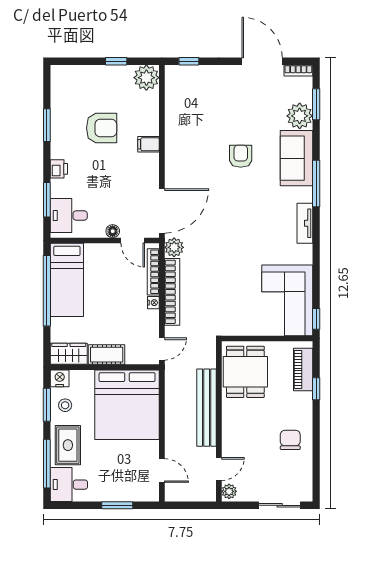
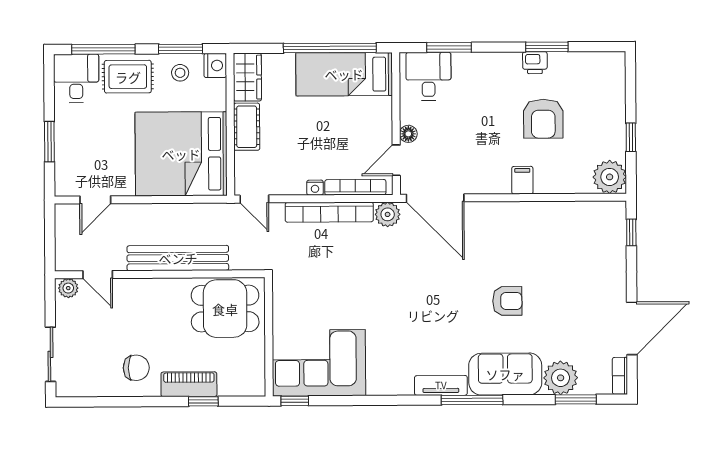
printer: (59, 169) -> (535, 63), moved
tv unit: (305, 223) -> (441, 385), moved
piano: (303, 369) -> (189, 384), moved

